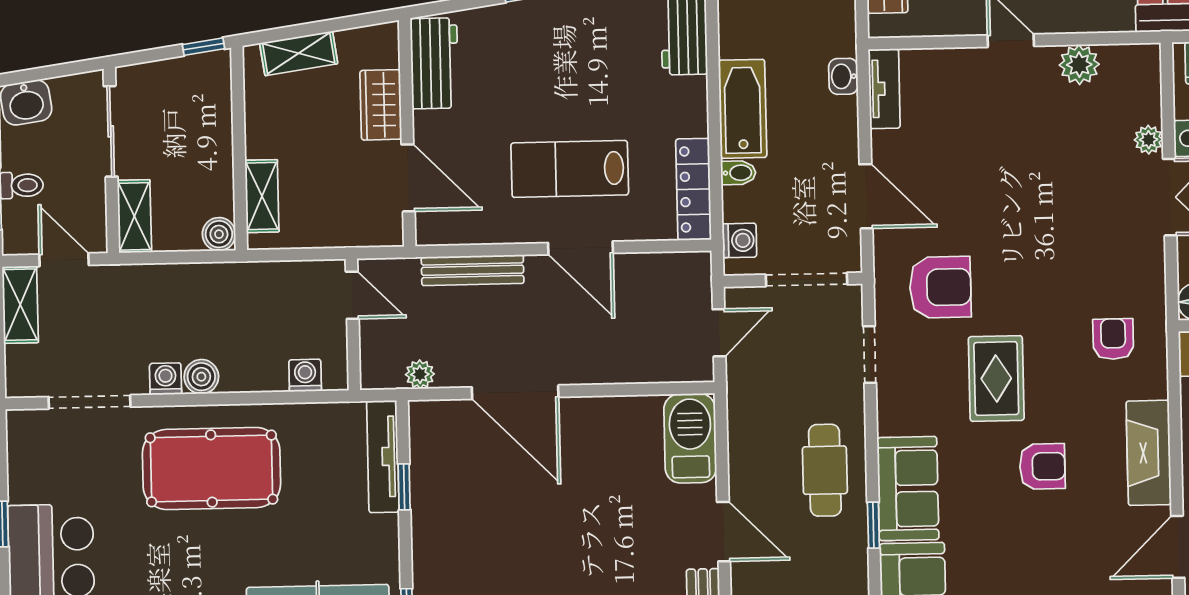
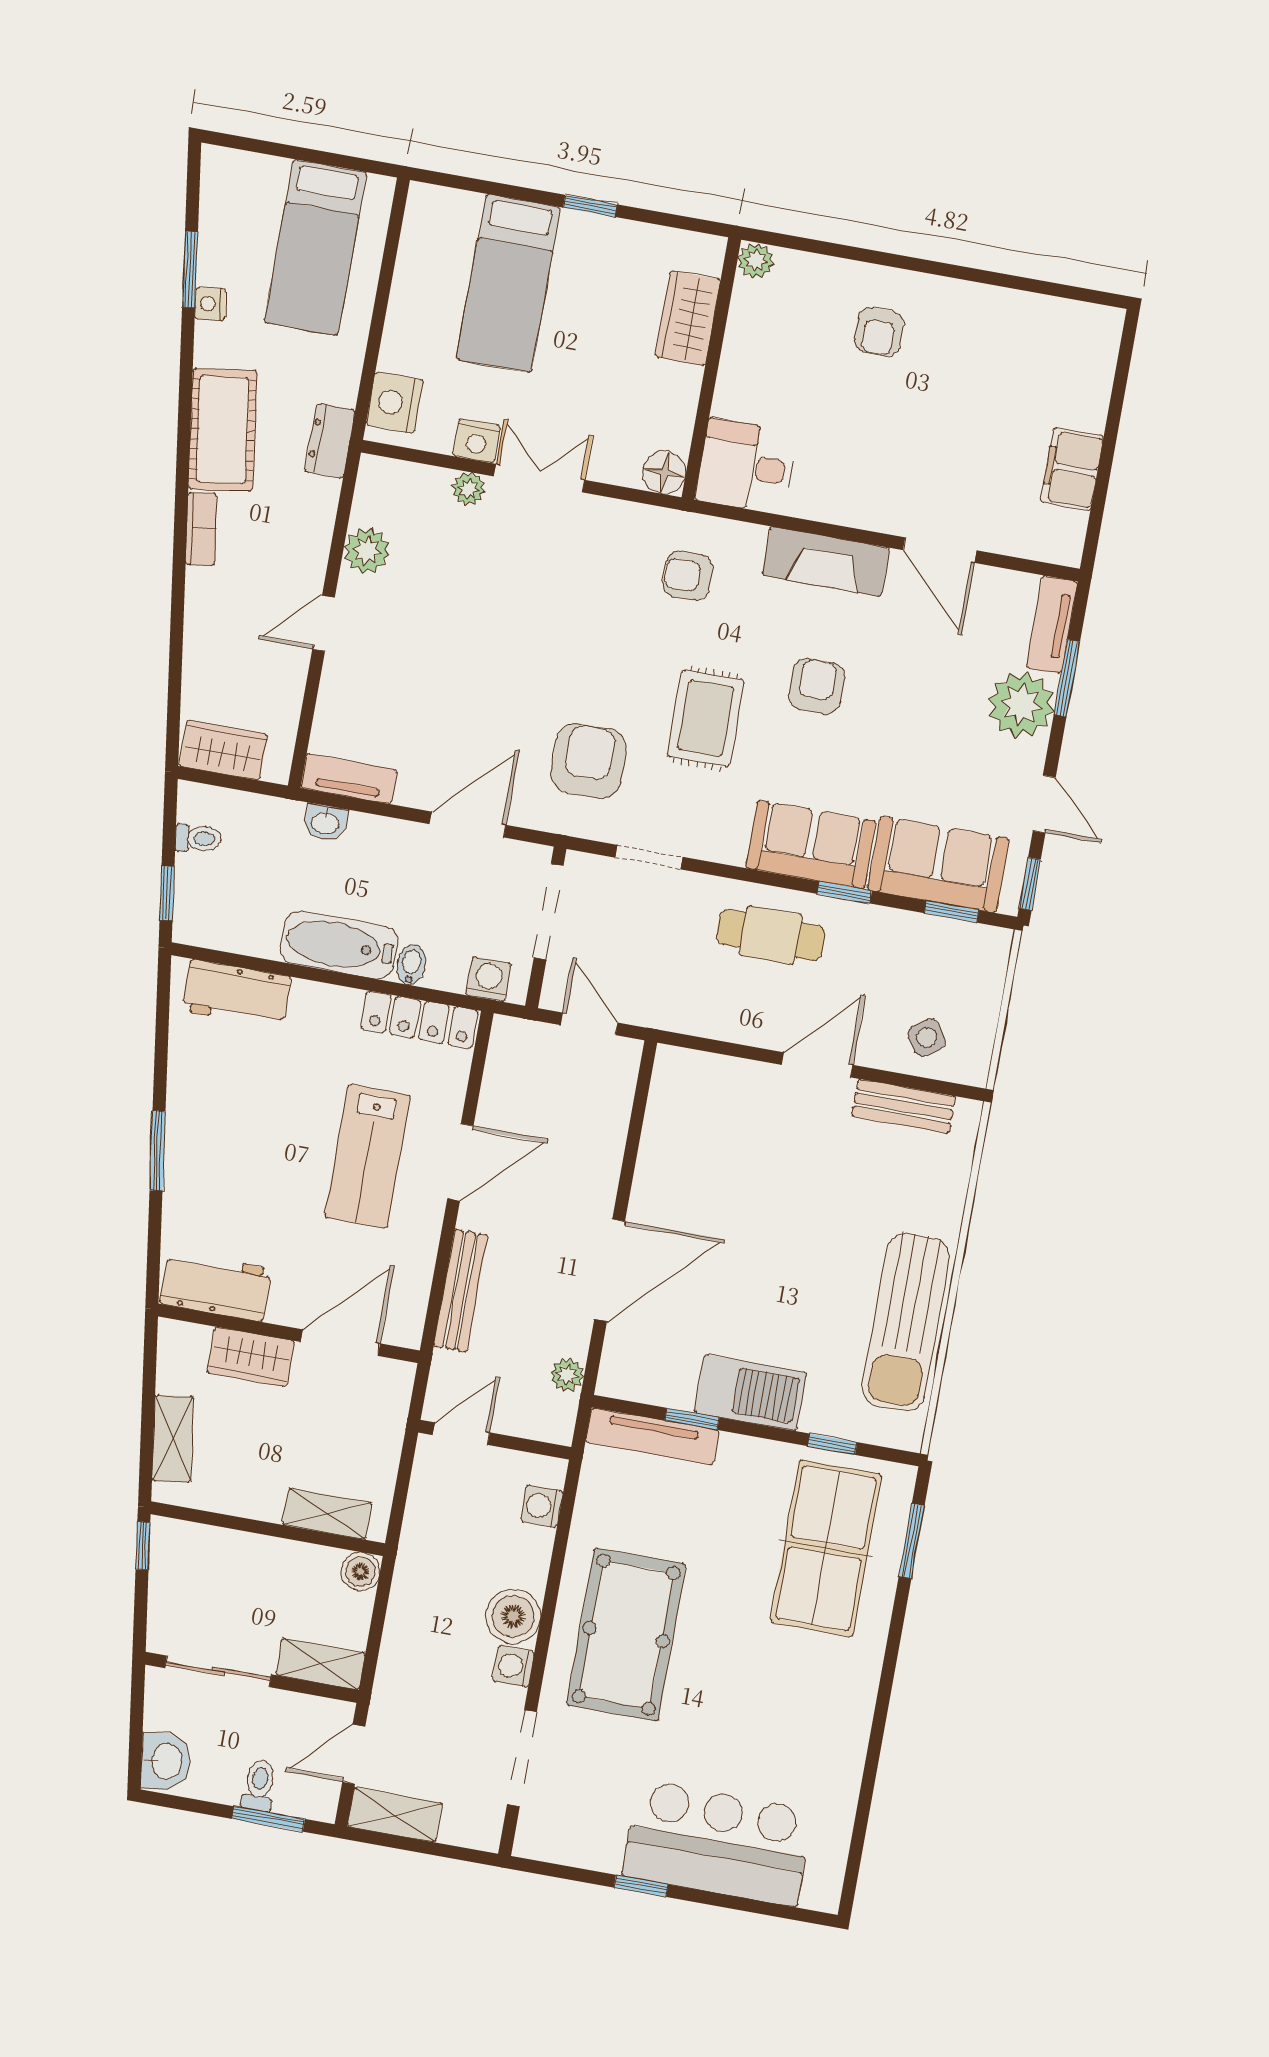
boiler: (201, 377) -> (513, 1616), width x1.36, depth x1.36
rug: (996, 379) -> (706, 718), turned 90
barbecue: (690, 438) -> (750, 1393), moved, turned 180

